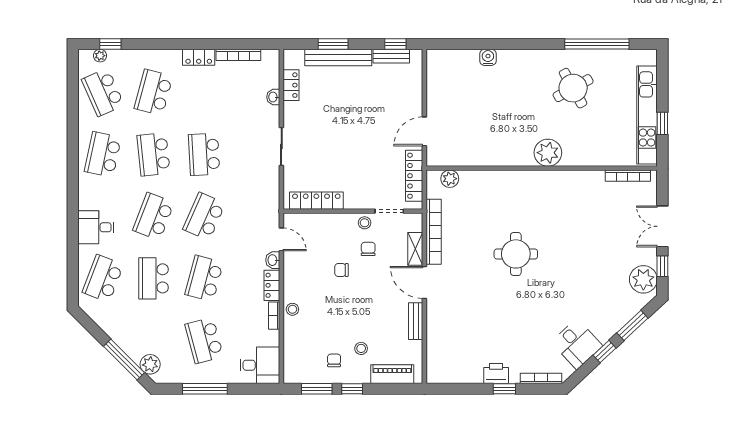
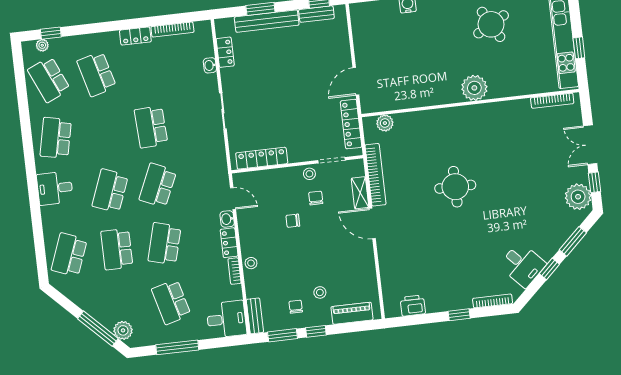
school desk: (153, 92) -> (97, 74), turned -30
school desk: (153, 154) -> (103, 132), removed
desk: (96, 227) -> (55, 188), moved
bench: (416, 321) -> (255, 316), moved
printer: (496, 373) -> (413, 306), moved

